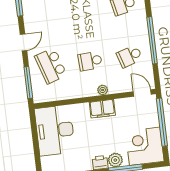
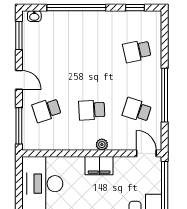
door: (23, 42) -> (19, 80), hinge flipped
school desk: (129, 56) -> (137, 110), turned 36
school desk: (51, 66) -> (47, 110), width x0.54

